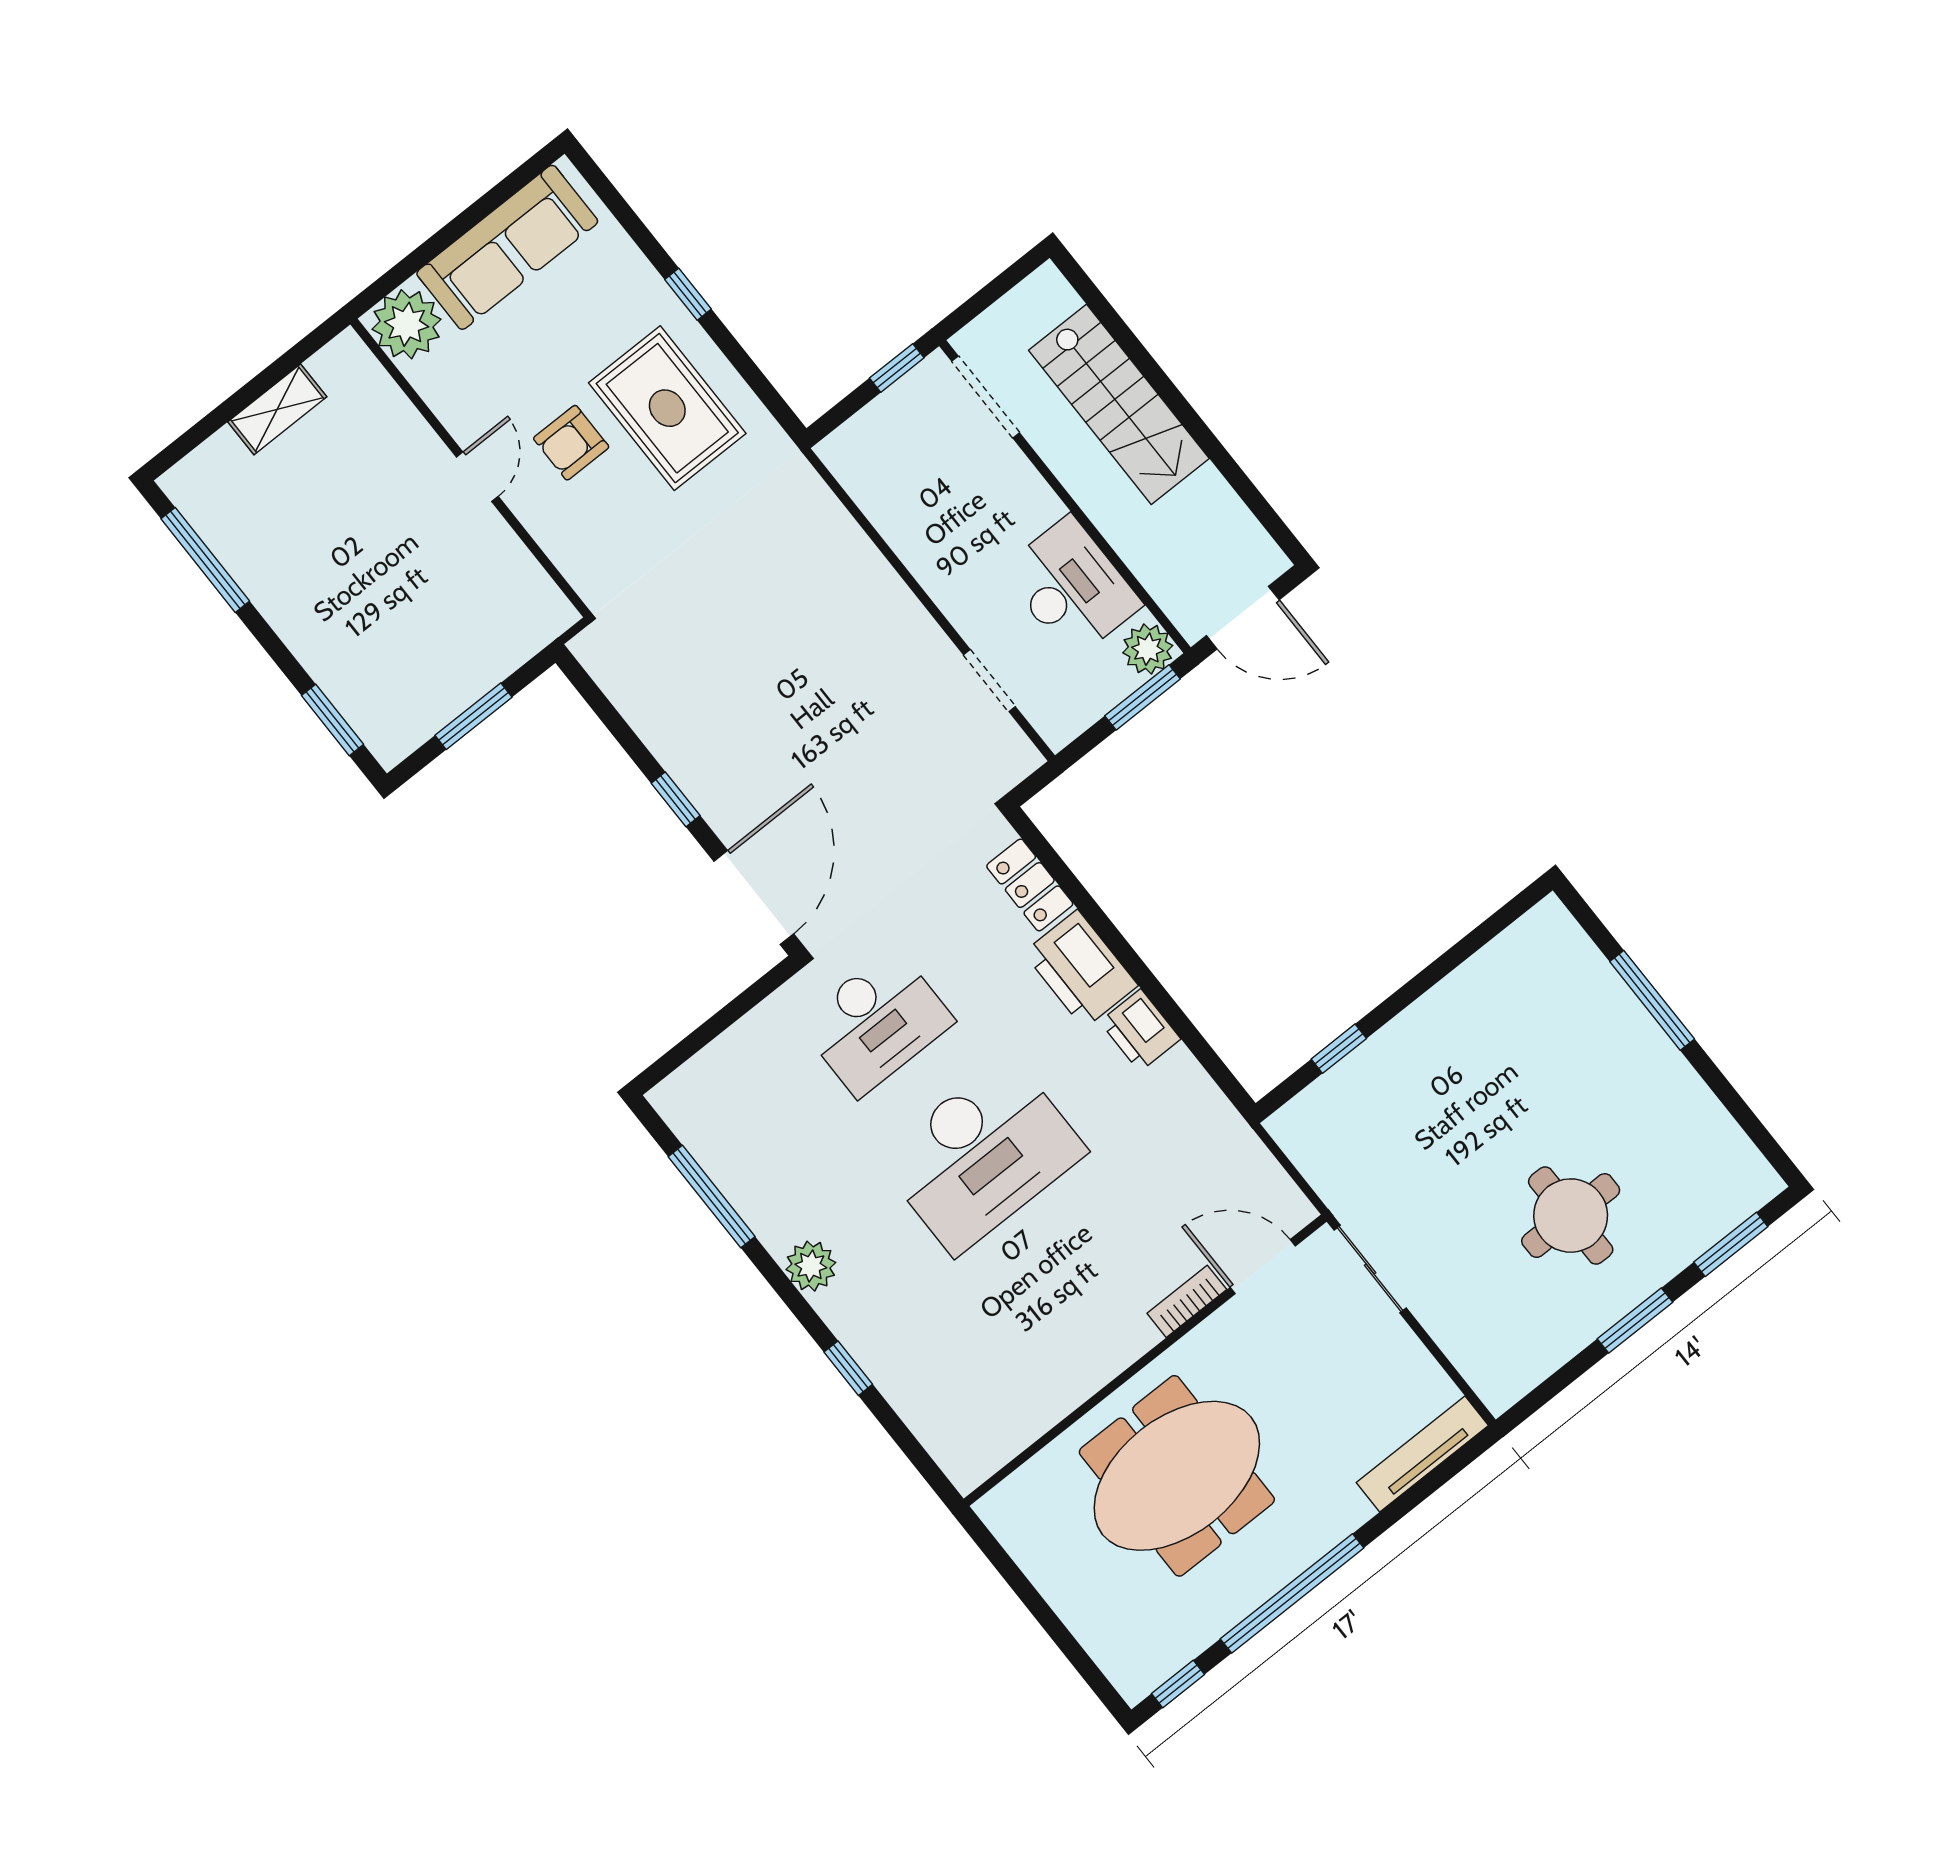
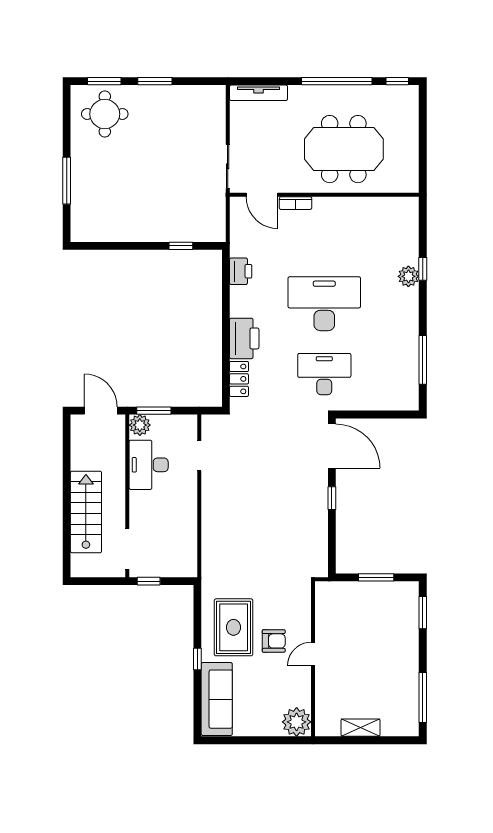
sofa: (507, 247) -> (217, 699), moved, turned 90
door: (754, 898) -> (332, 446), swing flipped
printer: (1140, 1030) -> (241, 271), moved
round table: (1571, 1216) -> (105, 114), moved
plant: (811, 1266) -> (408, 276), moved

